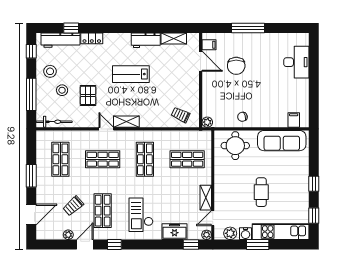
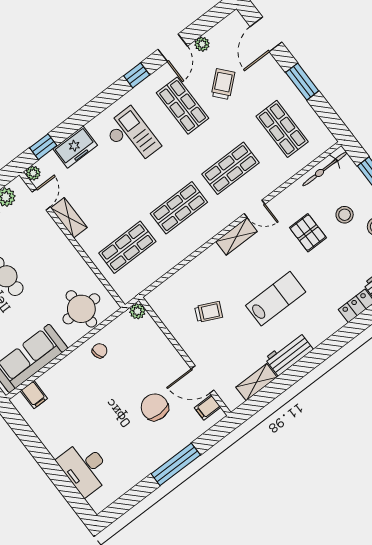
trolley: (180, 115) -> (209, 312), moved
shop shelf: (145, 159) -> (179, 208), turned 90

